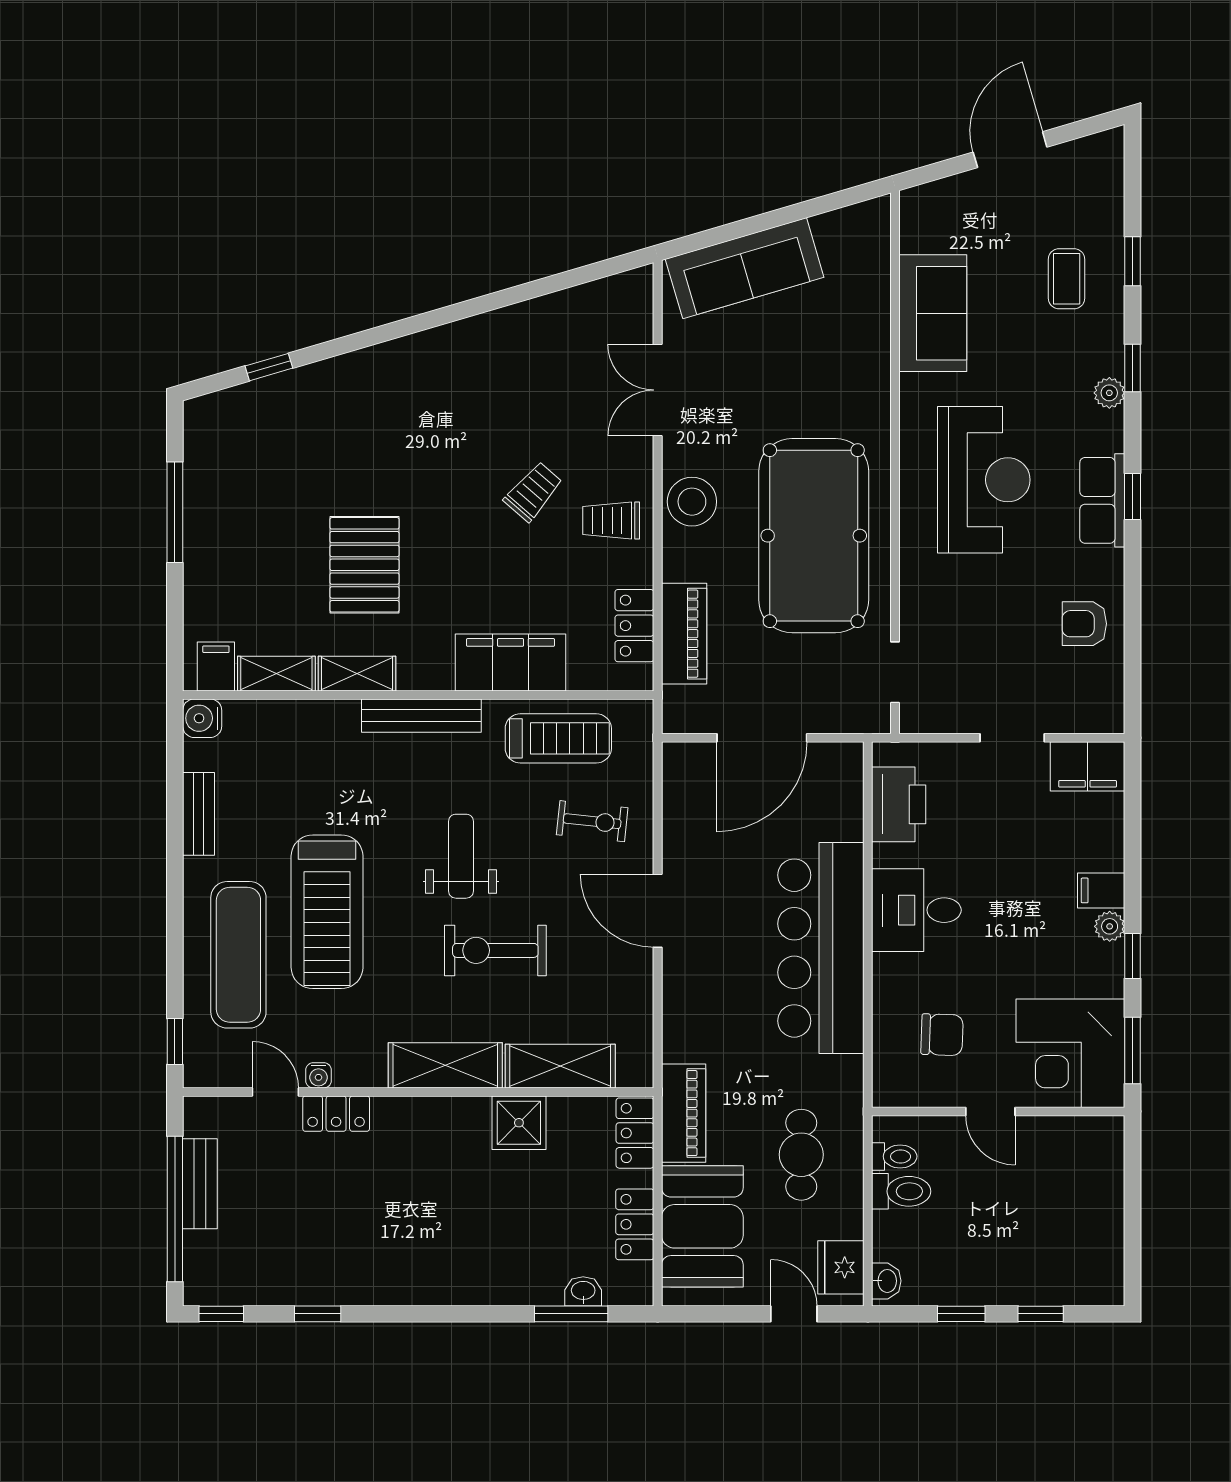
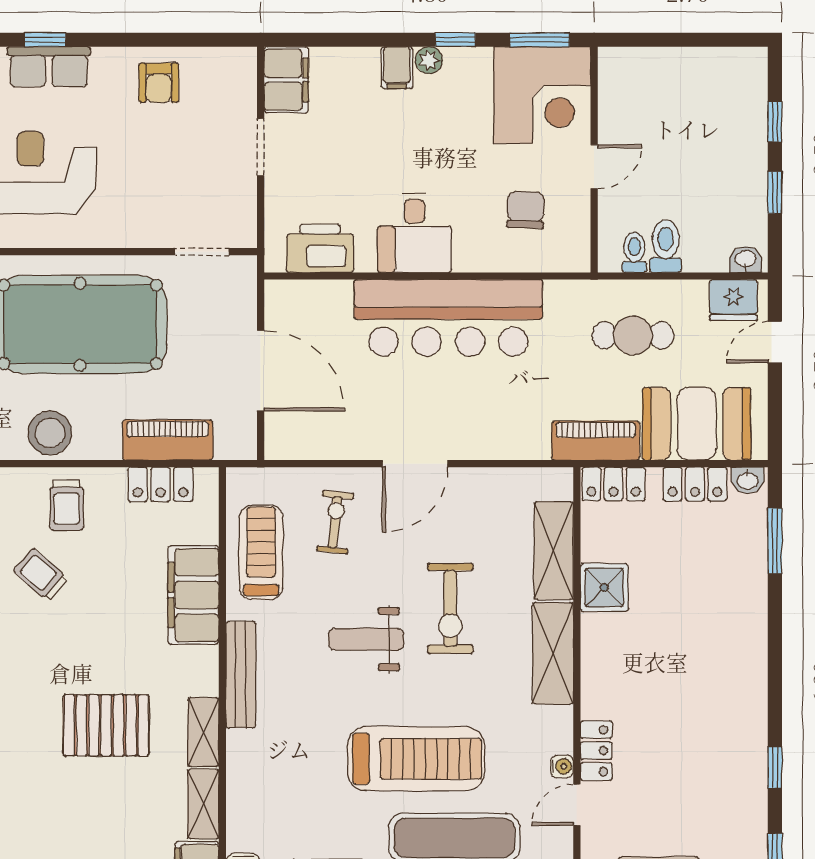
washbasin: (583, 1291) -> (748, 480), moved, turned -90

